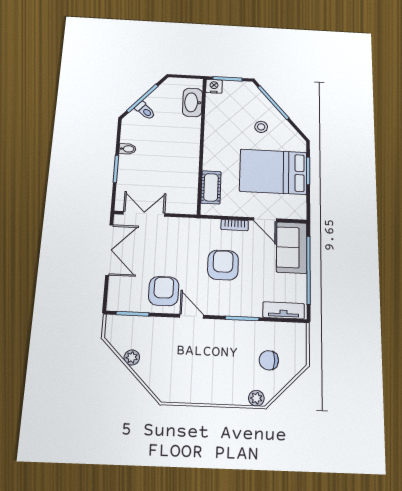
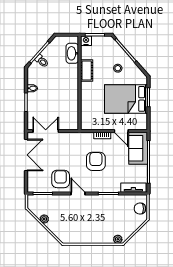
cot: (211, 187) -> (87, 71), moved
chair: (269, 360) -> (140, 209), moved

